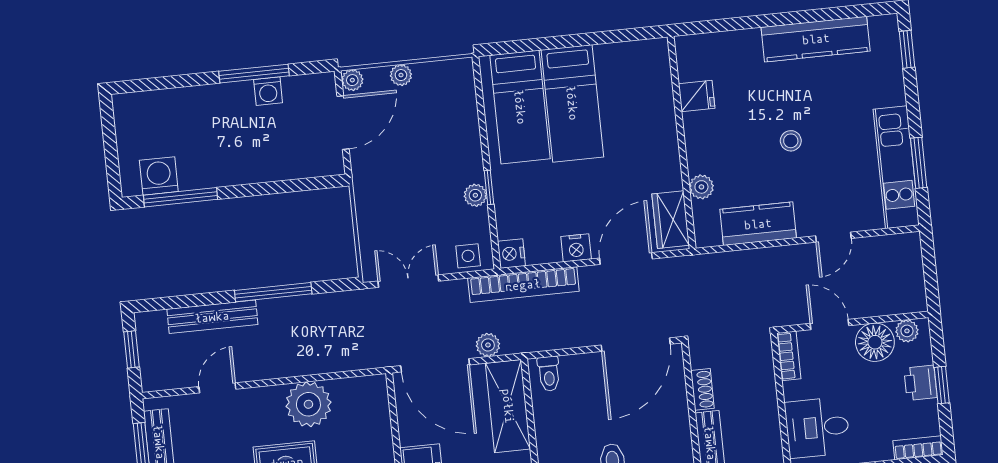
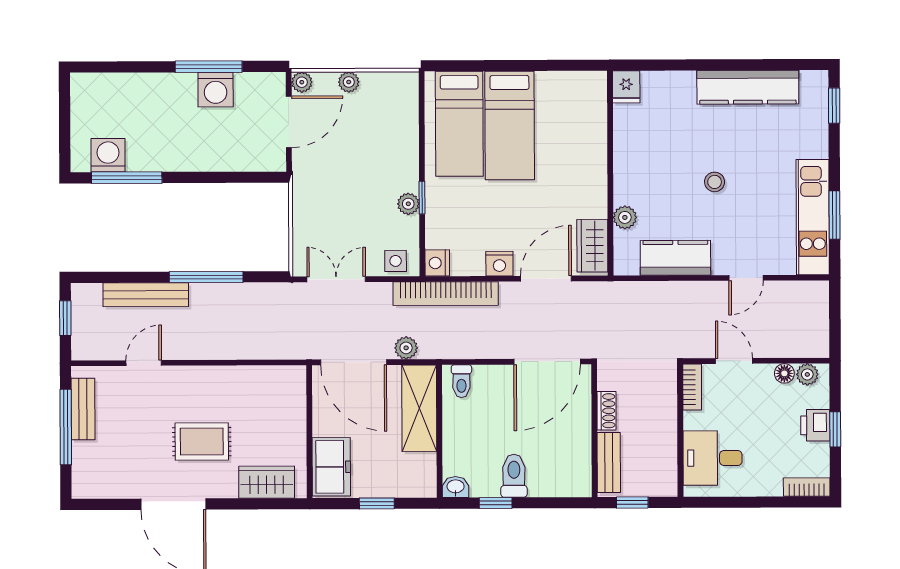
washing machine: (268, 91) -> (216, 90), width x1.38, depth x1.38
fridge: (697, 96) -> (626, 87), moved, turned 90
floor lamp: (875, 342) -> (784, 373), width x0.53, depth x0.53
plant: (308, 404) -> (229, 387), removed

